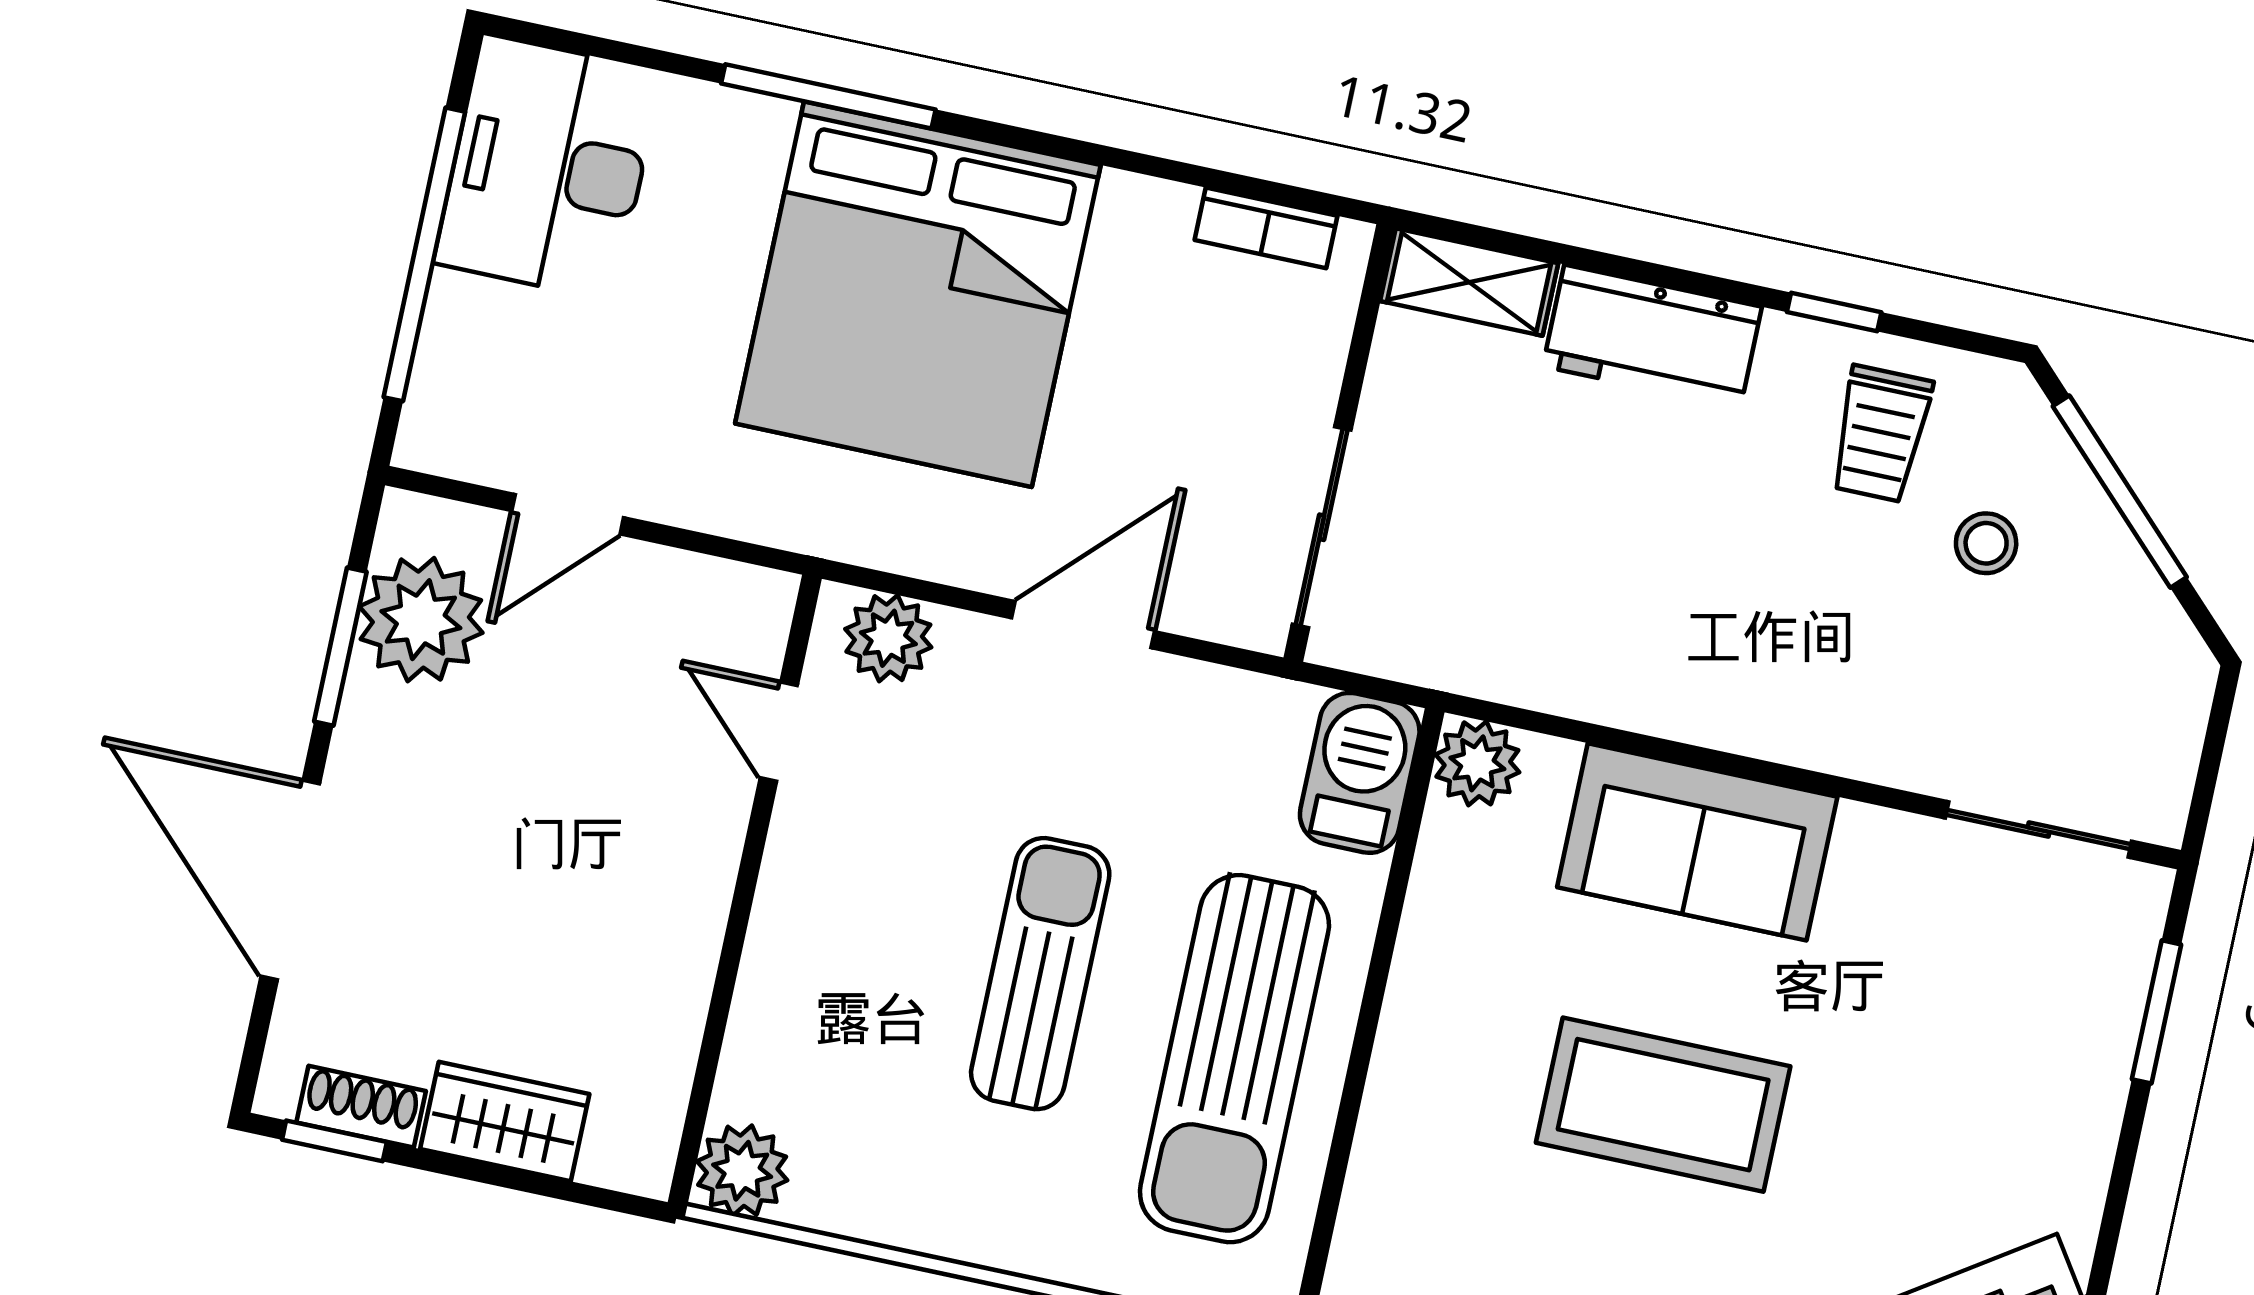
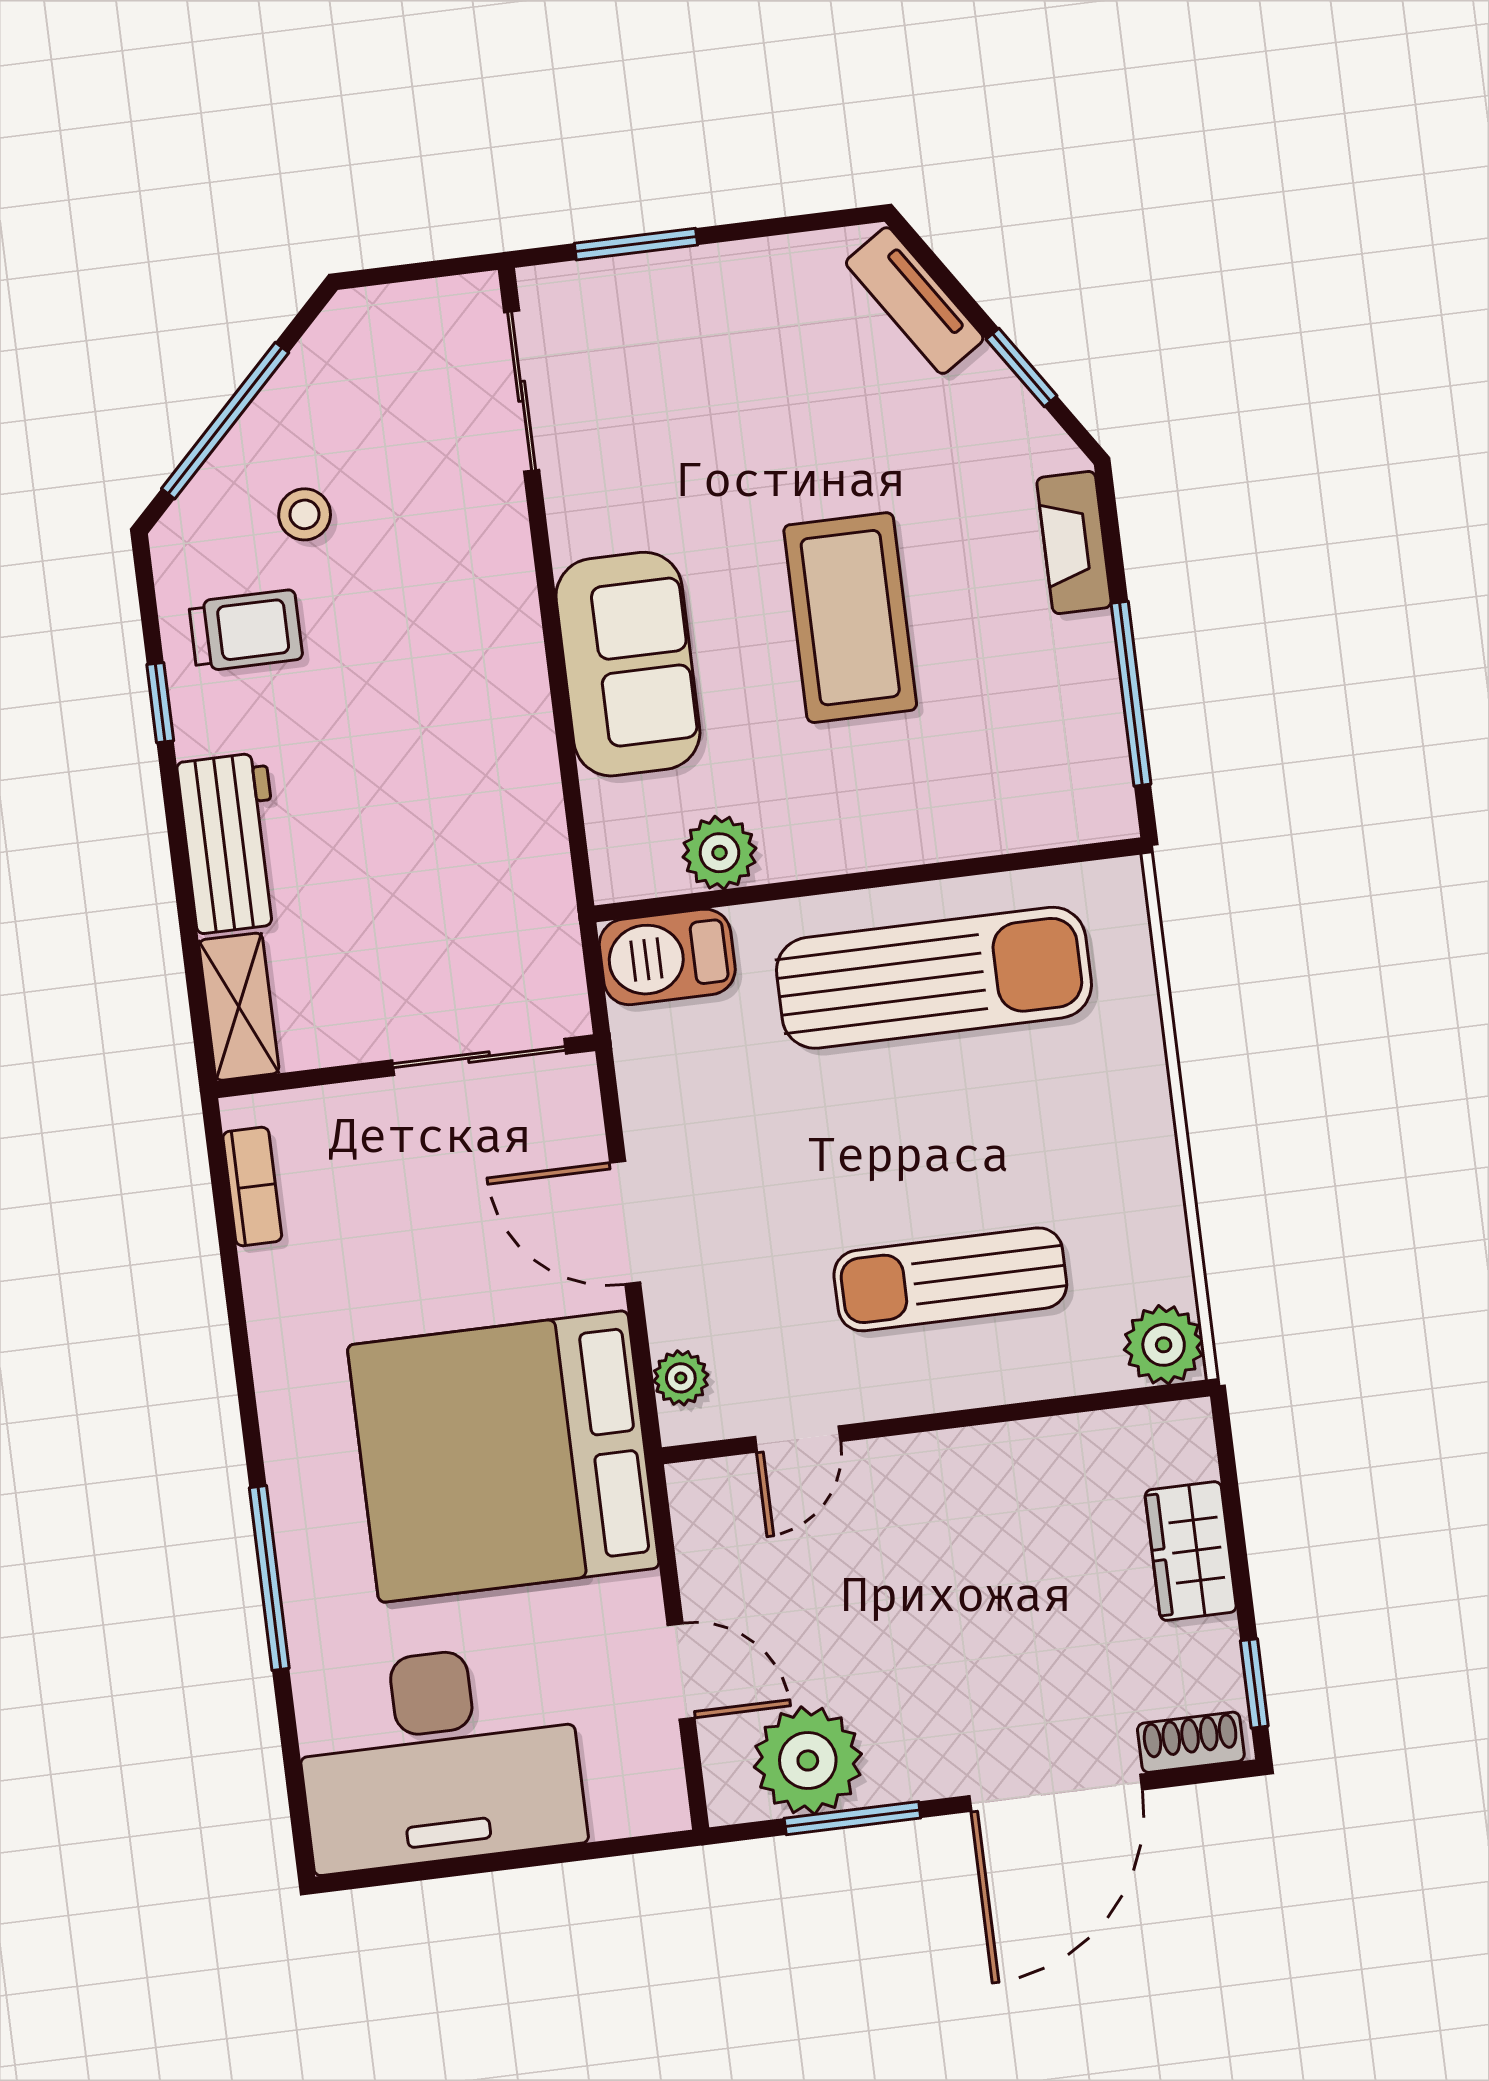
desk: (548, 167) -> (439, 1757), width x1.36, depth x1.30
window: (424, 254) -> (511, 1861), removed
bed: (918, 294) -> (503, 1457), moved, turned 180
plant: (888, 638) -> (681, 1378), width x0.73, depth x0.73
plant: (1477, 763) -> (719, 853), moved
sun lounger: (1040, 974) -> (950, 1279), moved
shoe rack: (361, 1107) -> (1191, 1742), moved, turned 90

